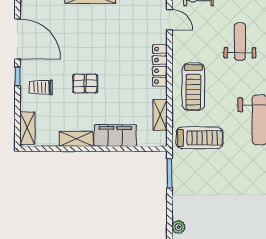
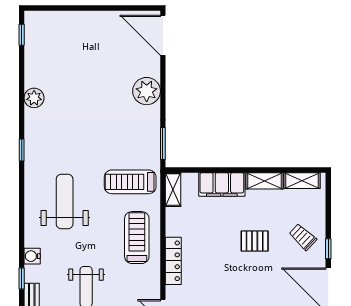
trolley: (41, 87) -> (303, 237), turned -137
shelving: (160, 115) -> (173, 190), moved
shelving: (27, 128) -> (302, 181), moved, turned 90
plant: (179, 227) -> (147, 91), width x1.87, depth x1.87

